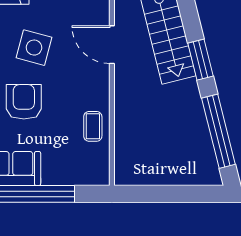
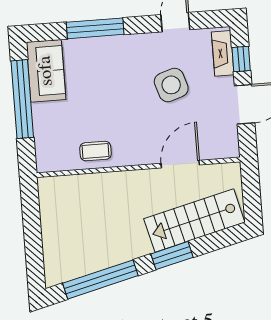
side table: (34, 48) -> (171, 85), turned -33
armchair: (24, 102) -> (115, 79), removed

